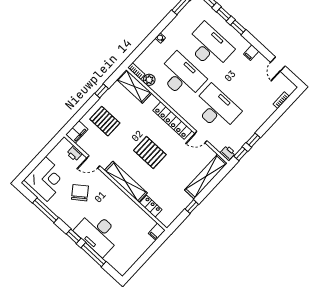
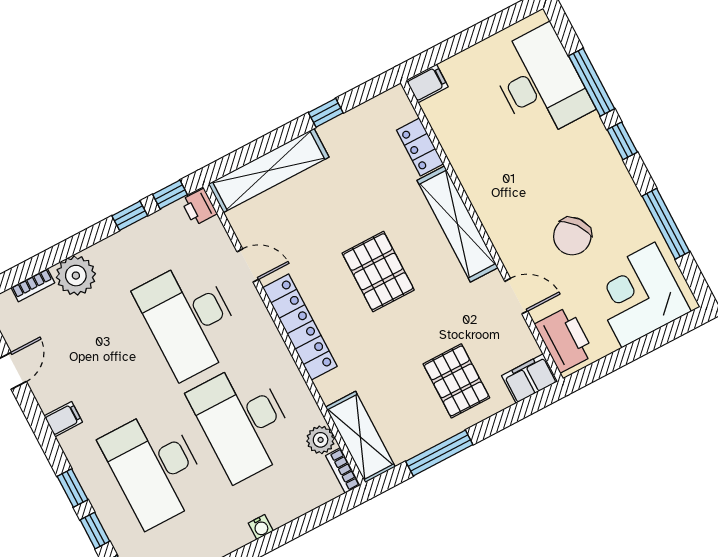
window: (102, 91) -> (439, 453), width x2.17
plant: (266, 110) -> (76, 276), added
printer: (74, 153) -> (565, 339), width x1.87, depth x1.48
desk: (98, 233) -> (540, 82), moved

